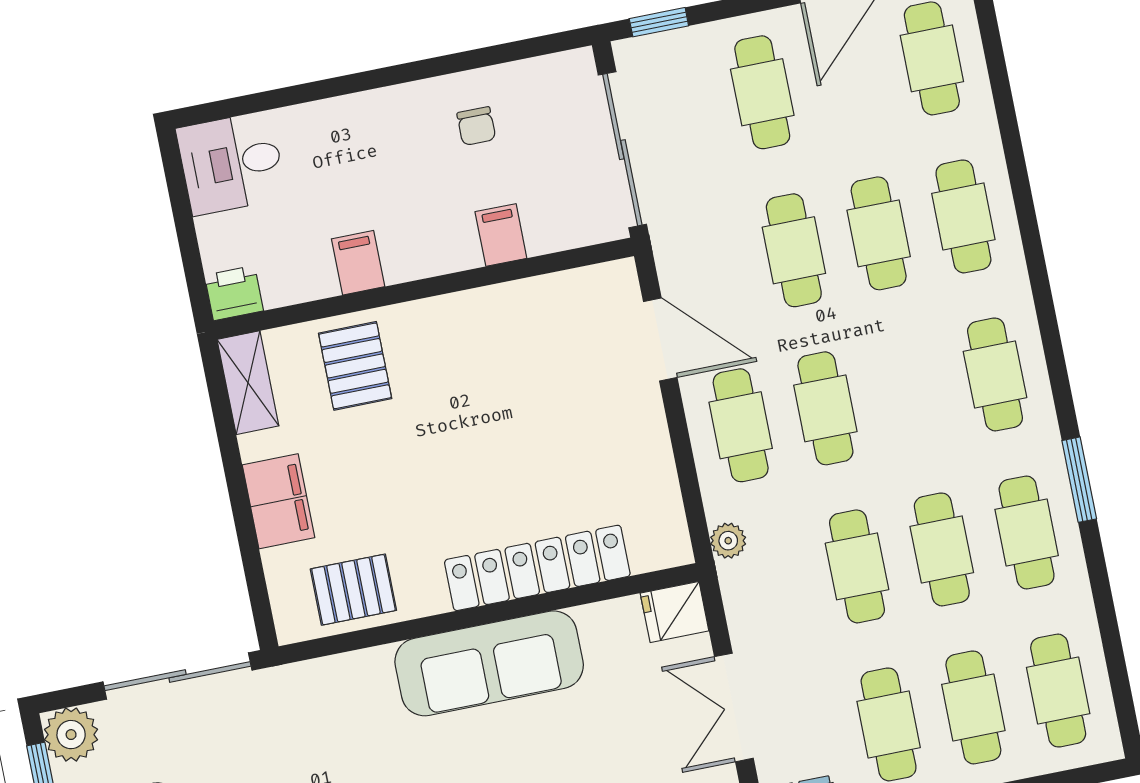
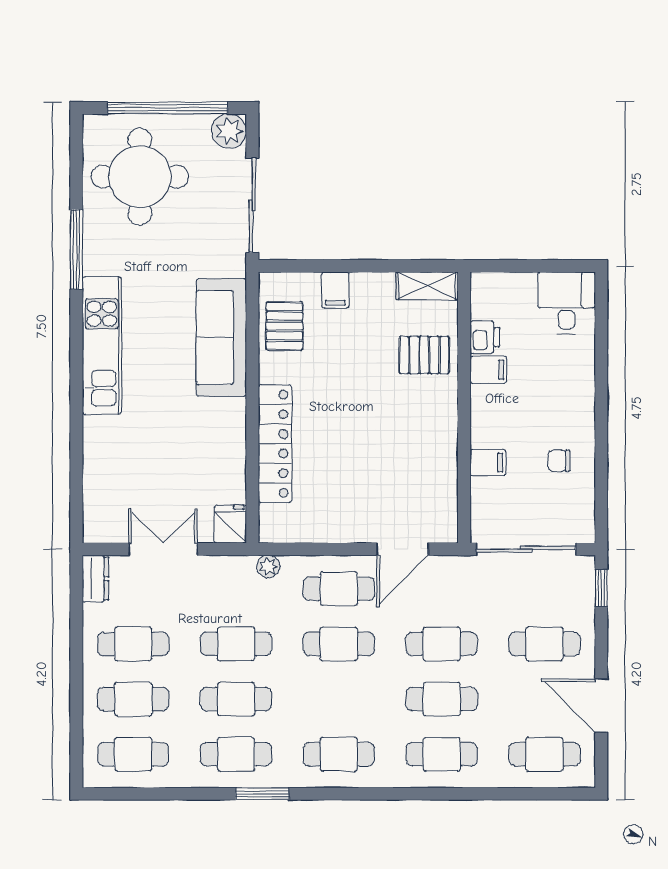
printer: (234, 293) -> (485, 337), moved
filing cabinet: (278, 501) -> (335, 290), width x0.50
sofa: (489, 663) -> (221, 338), moved

